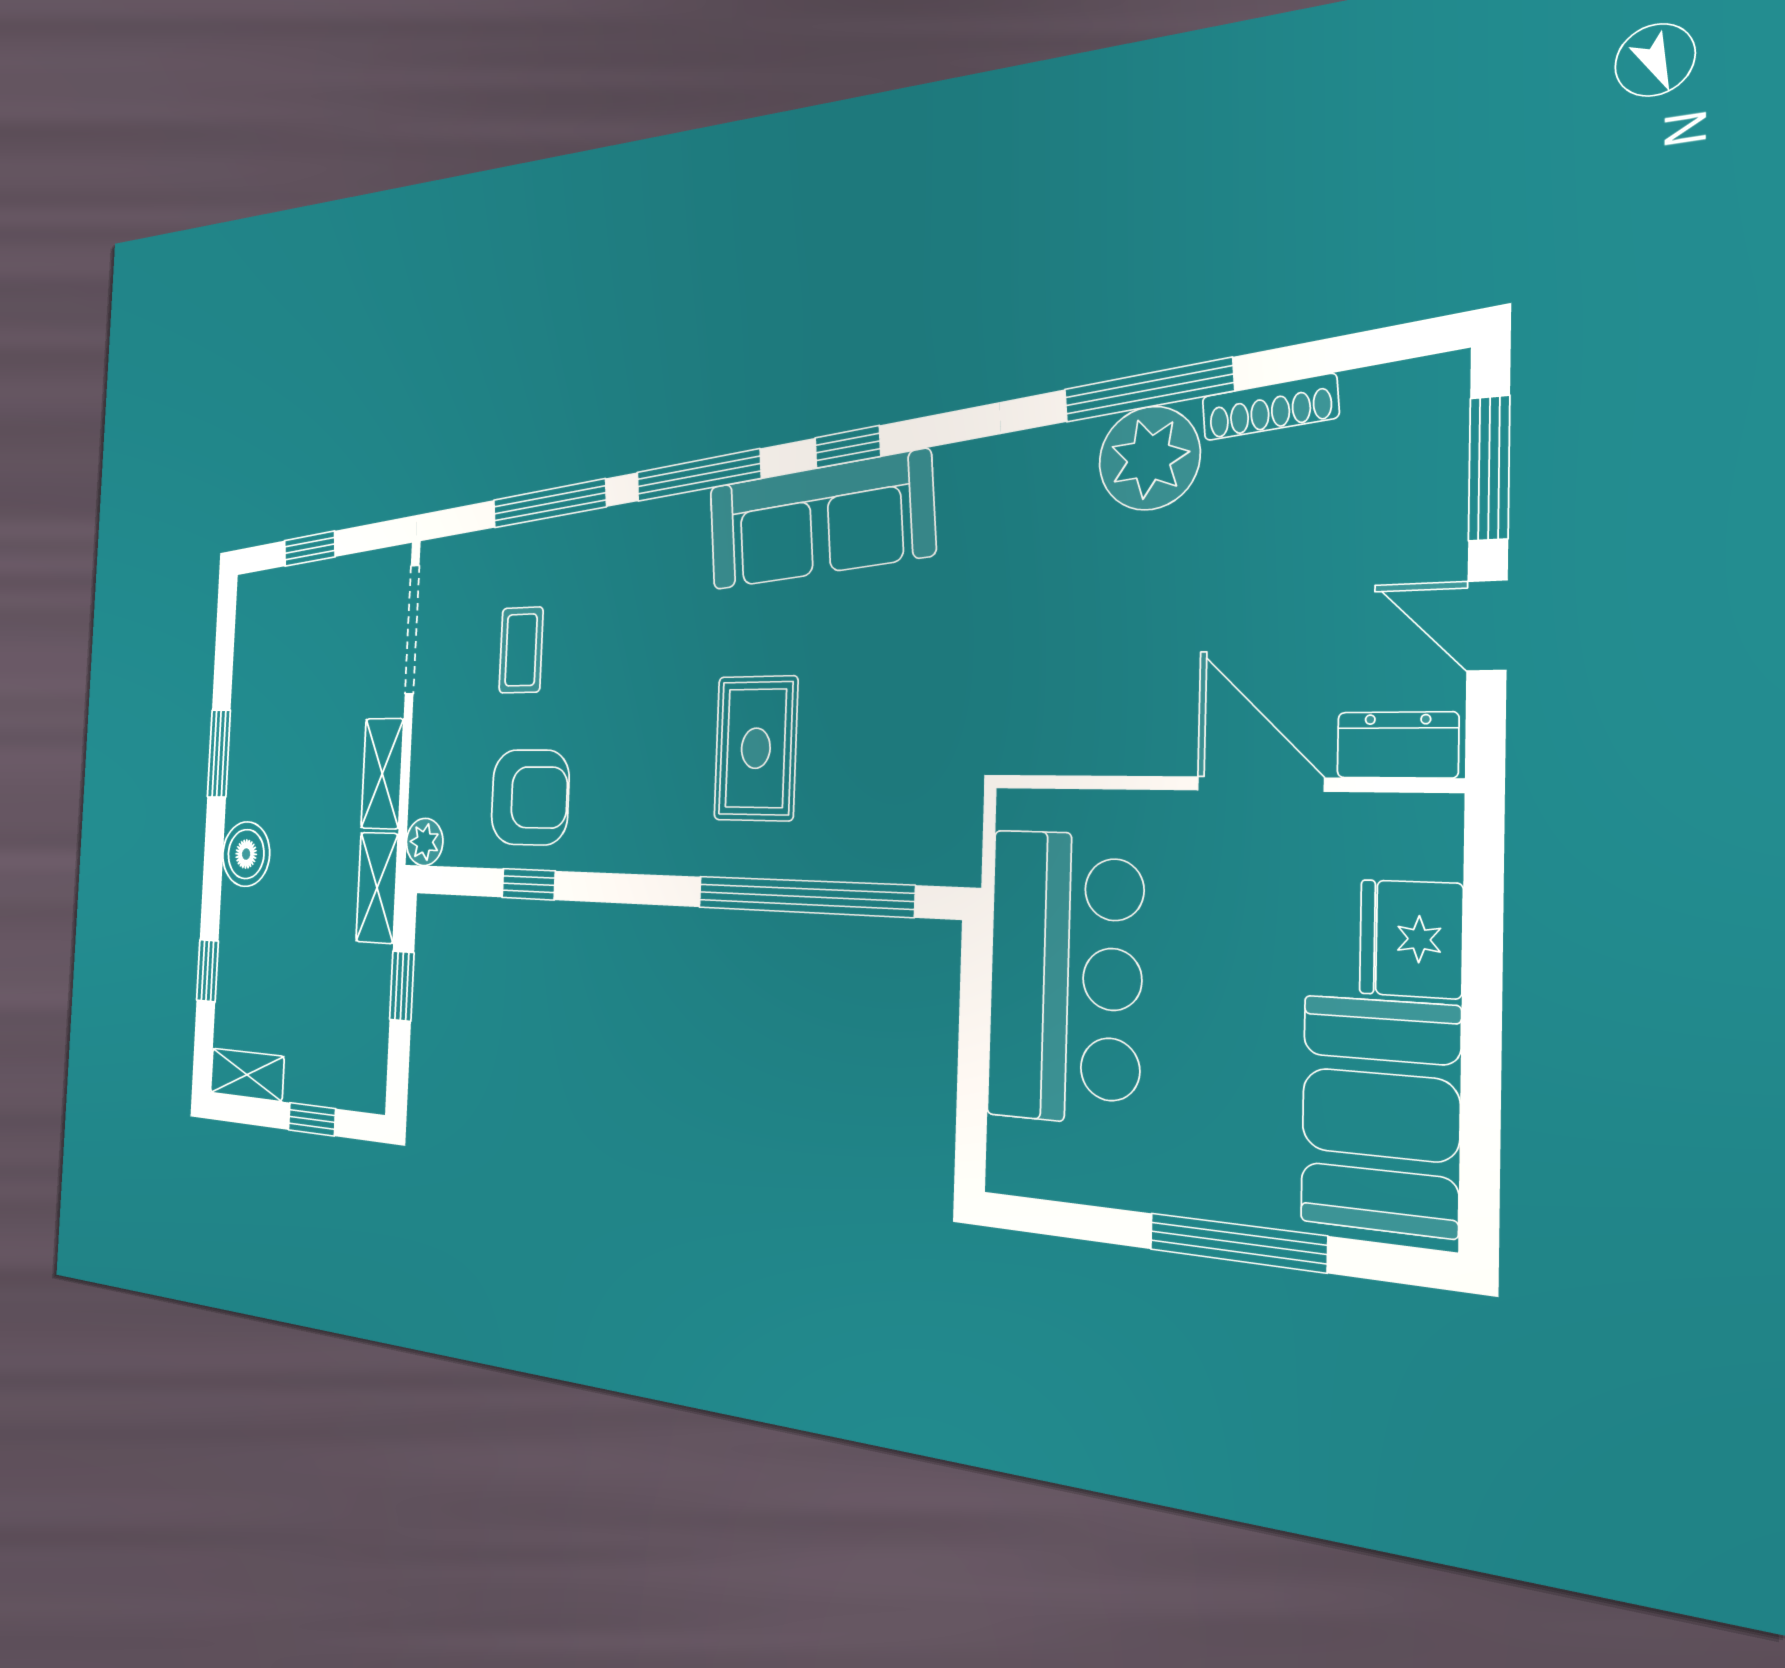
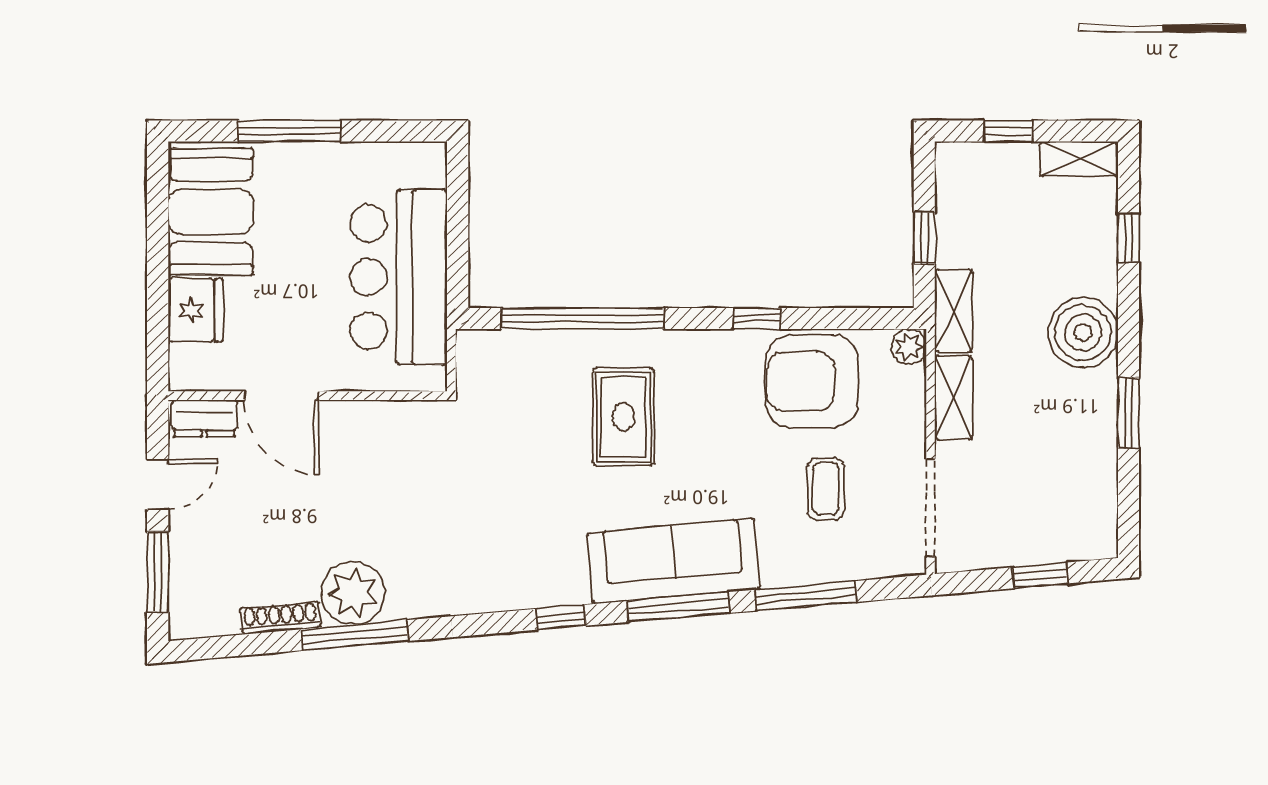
sofa: (820, 520) -> (673, 561), moved
door: (1487, 626) -> (158, 484), hinge flipped
armchair: (530, 797) -> (812, 381), width x1.36, depth x1.36
boiler: (246, 854) -> (1083, 333), width x1.37, depth x1.37
window: (529, 884) -> (757, 319), moved

